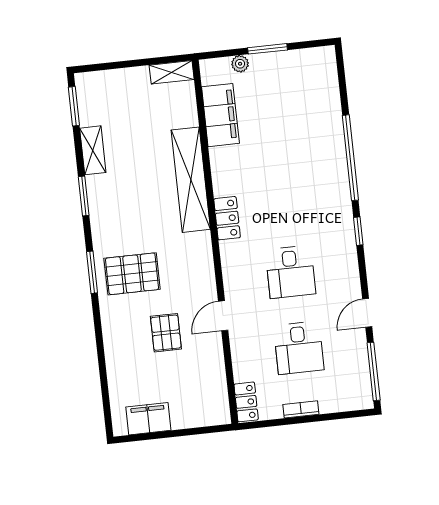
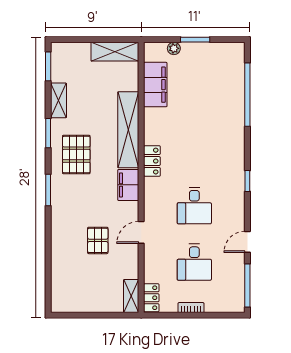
shelving: (172, 72) -> (115, 52), width x1.50, depth x1.33
window: (350, 158) -> (247, 95), moved
pallet: (132, 274) -> (76, 155), moved, turned 90
shelving: (219, 403) -> (131, 296), added
filing cabinet: (148, 419) -> (128, 185), moved, turned -90

